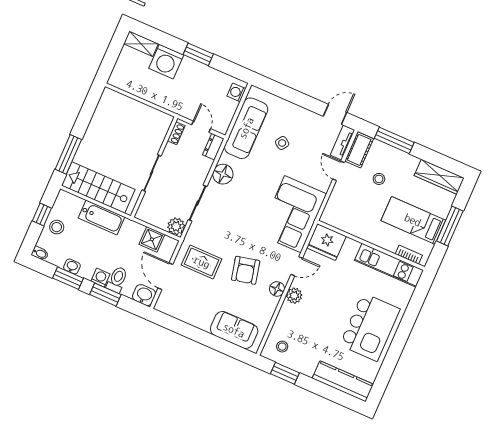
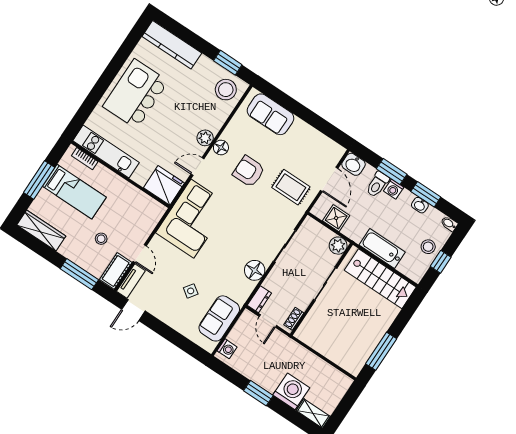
sofa: (246, 128) -> (219, 318), width x0.73
window: (68, 154) -> (381, 351), moved
plant: (176, 226) -> (338, 246), moved
armchair: (246, 270) -> (249, 171), turned -77
stool: (282, 347) -> (226, 90), width x1.89, depth x1.89

